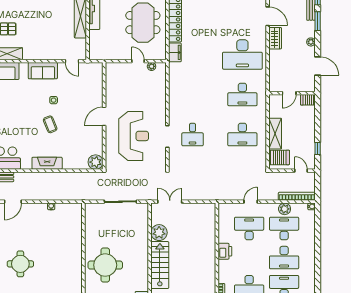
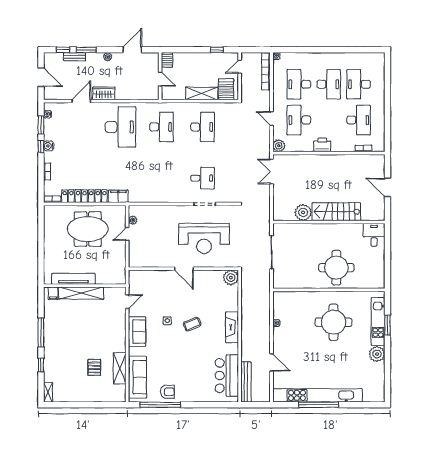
reception desk: (134, 136) -> (204, 238), turned 180
double door: (170, 202) -> (271, 171), moved
plant: (285, 209) -> (279, 146), moved
round table: (20, 264) -> (334, 322), moved, width x1.36, depth x1.36

